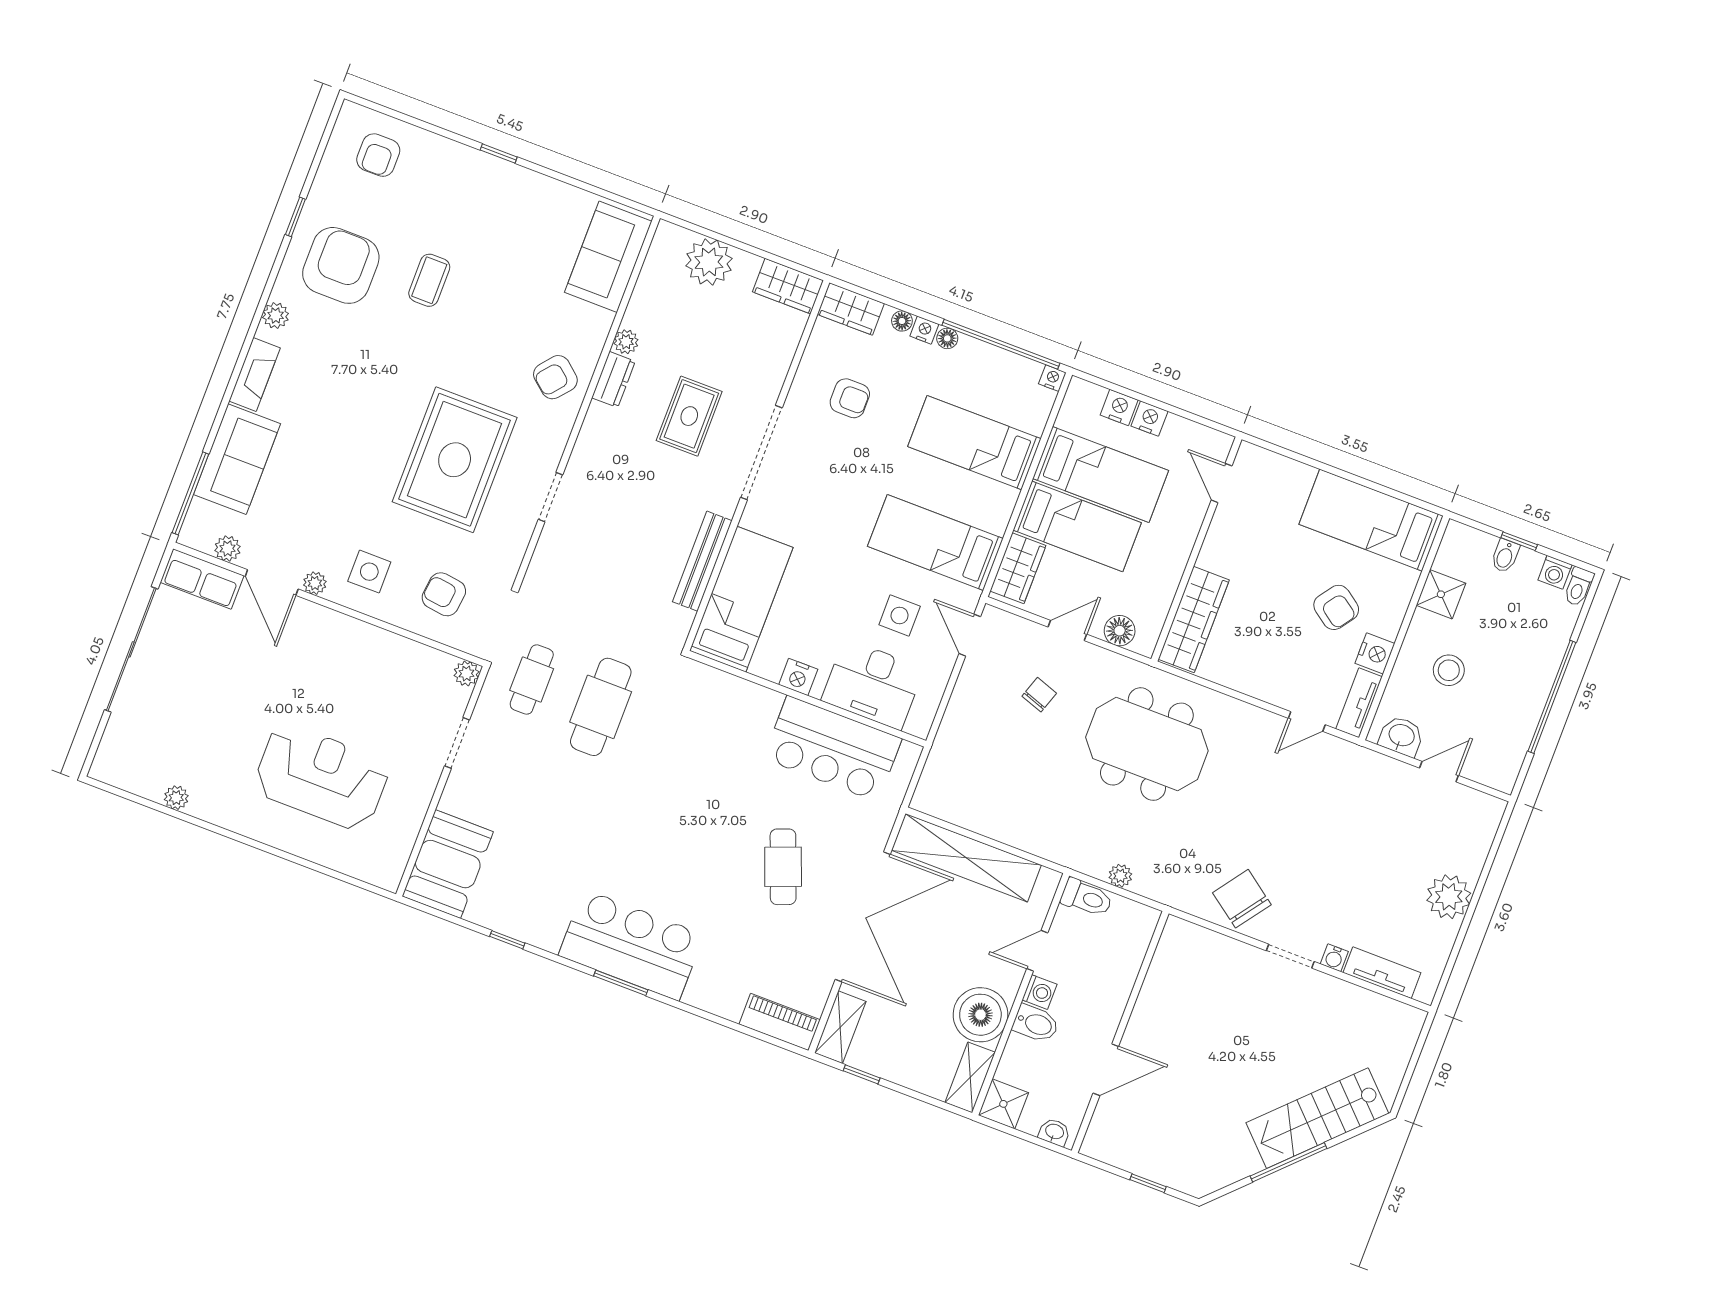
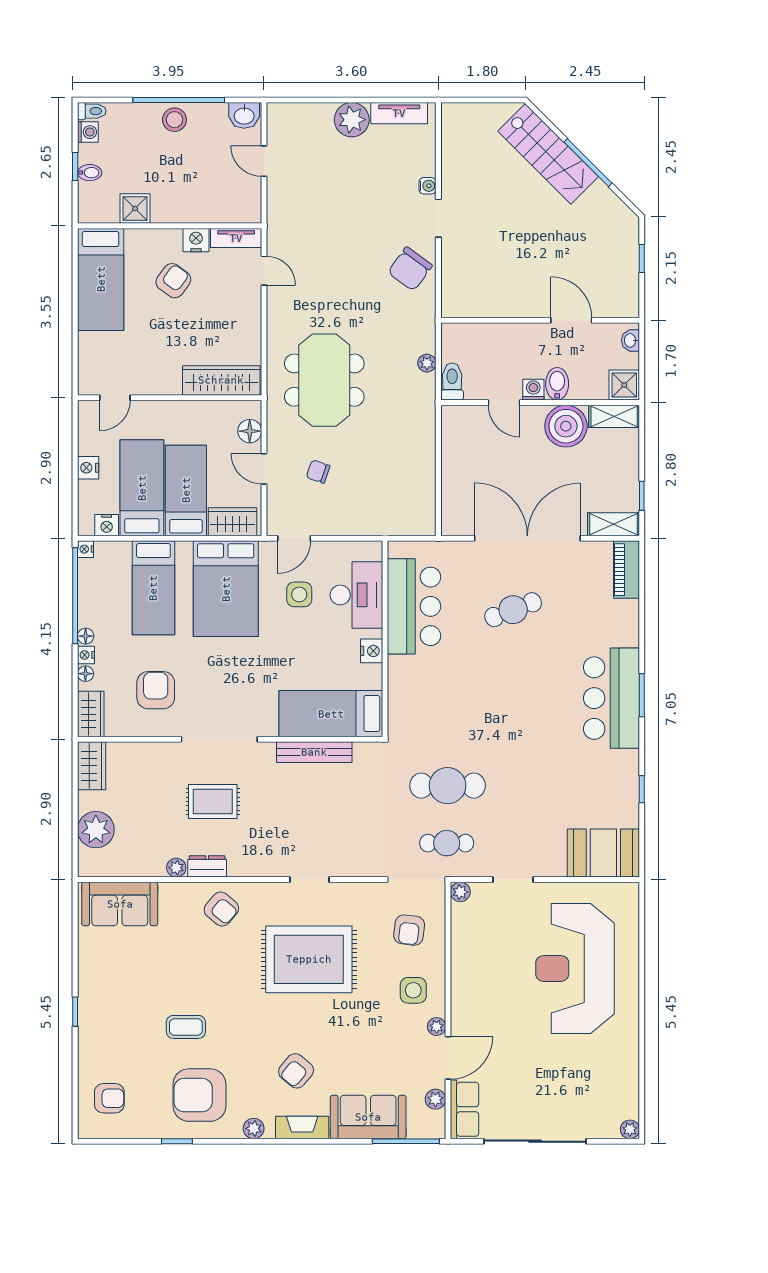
armchair: (326, 393) -> (296, 1071), added
armchair: (850, 398) -> (156, 690), width x1.38, depth x1.38
nightstand: (1119, 407) -> (107, 525), moved, turned -90
bed: (935, 542) -> (226, 589), width x1.50
stool: (1449, 670) -> (174, 120), moved
washbasin: (1401, 736) -> (244, 115), moved, turned -90
reception desk: (321, 777) -> (575, 968), width x1.36, depth x1.30
plant: (176, 798) -> (630, 1129), moved
shelving: (966, 858) -> (456, 479), removed
tv unit: (1382, 973) -> (399, 113), moved, turned -90

